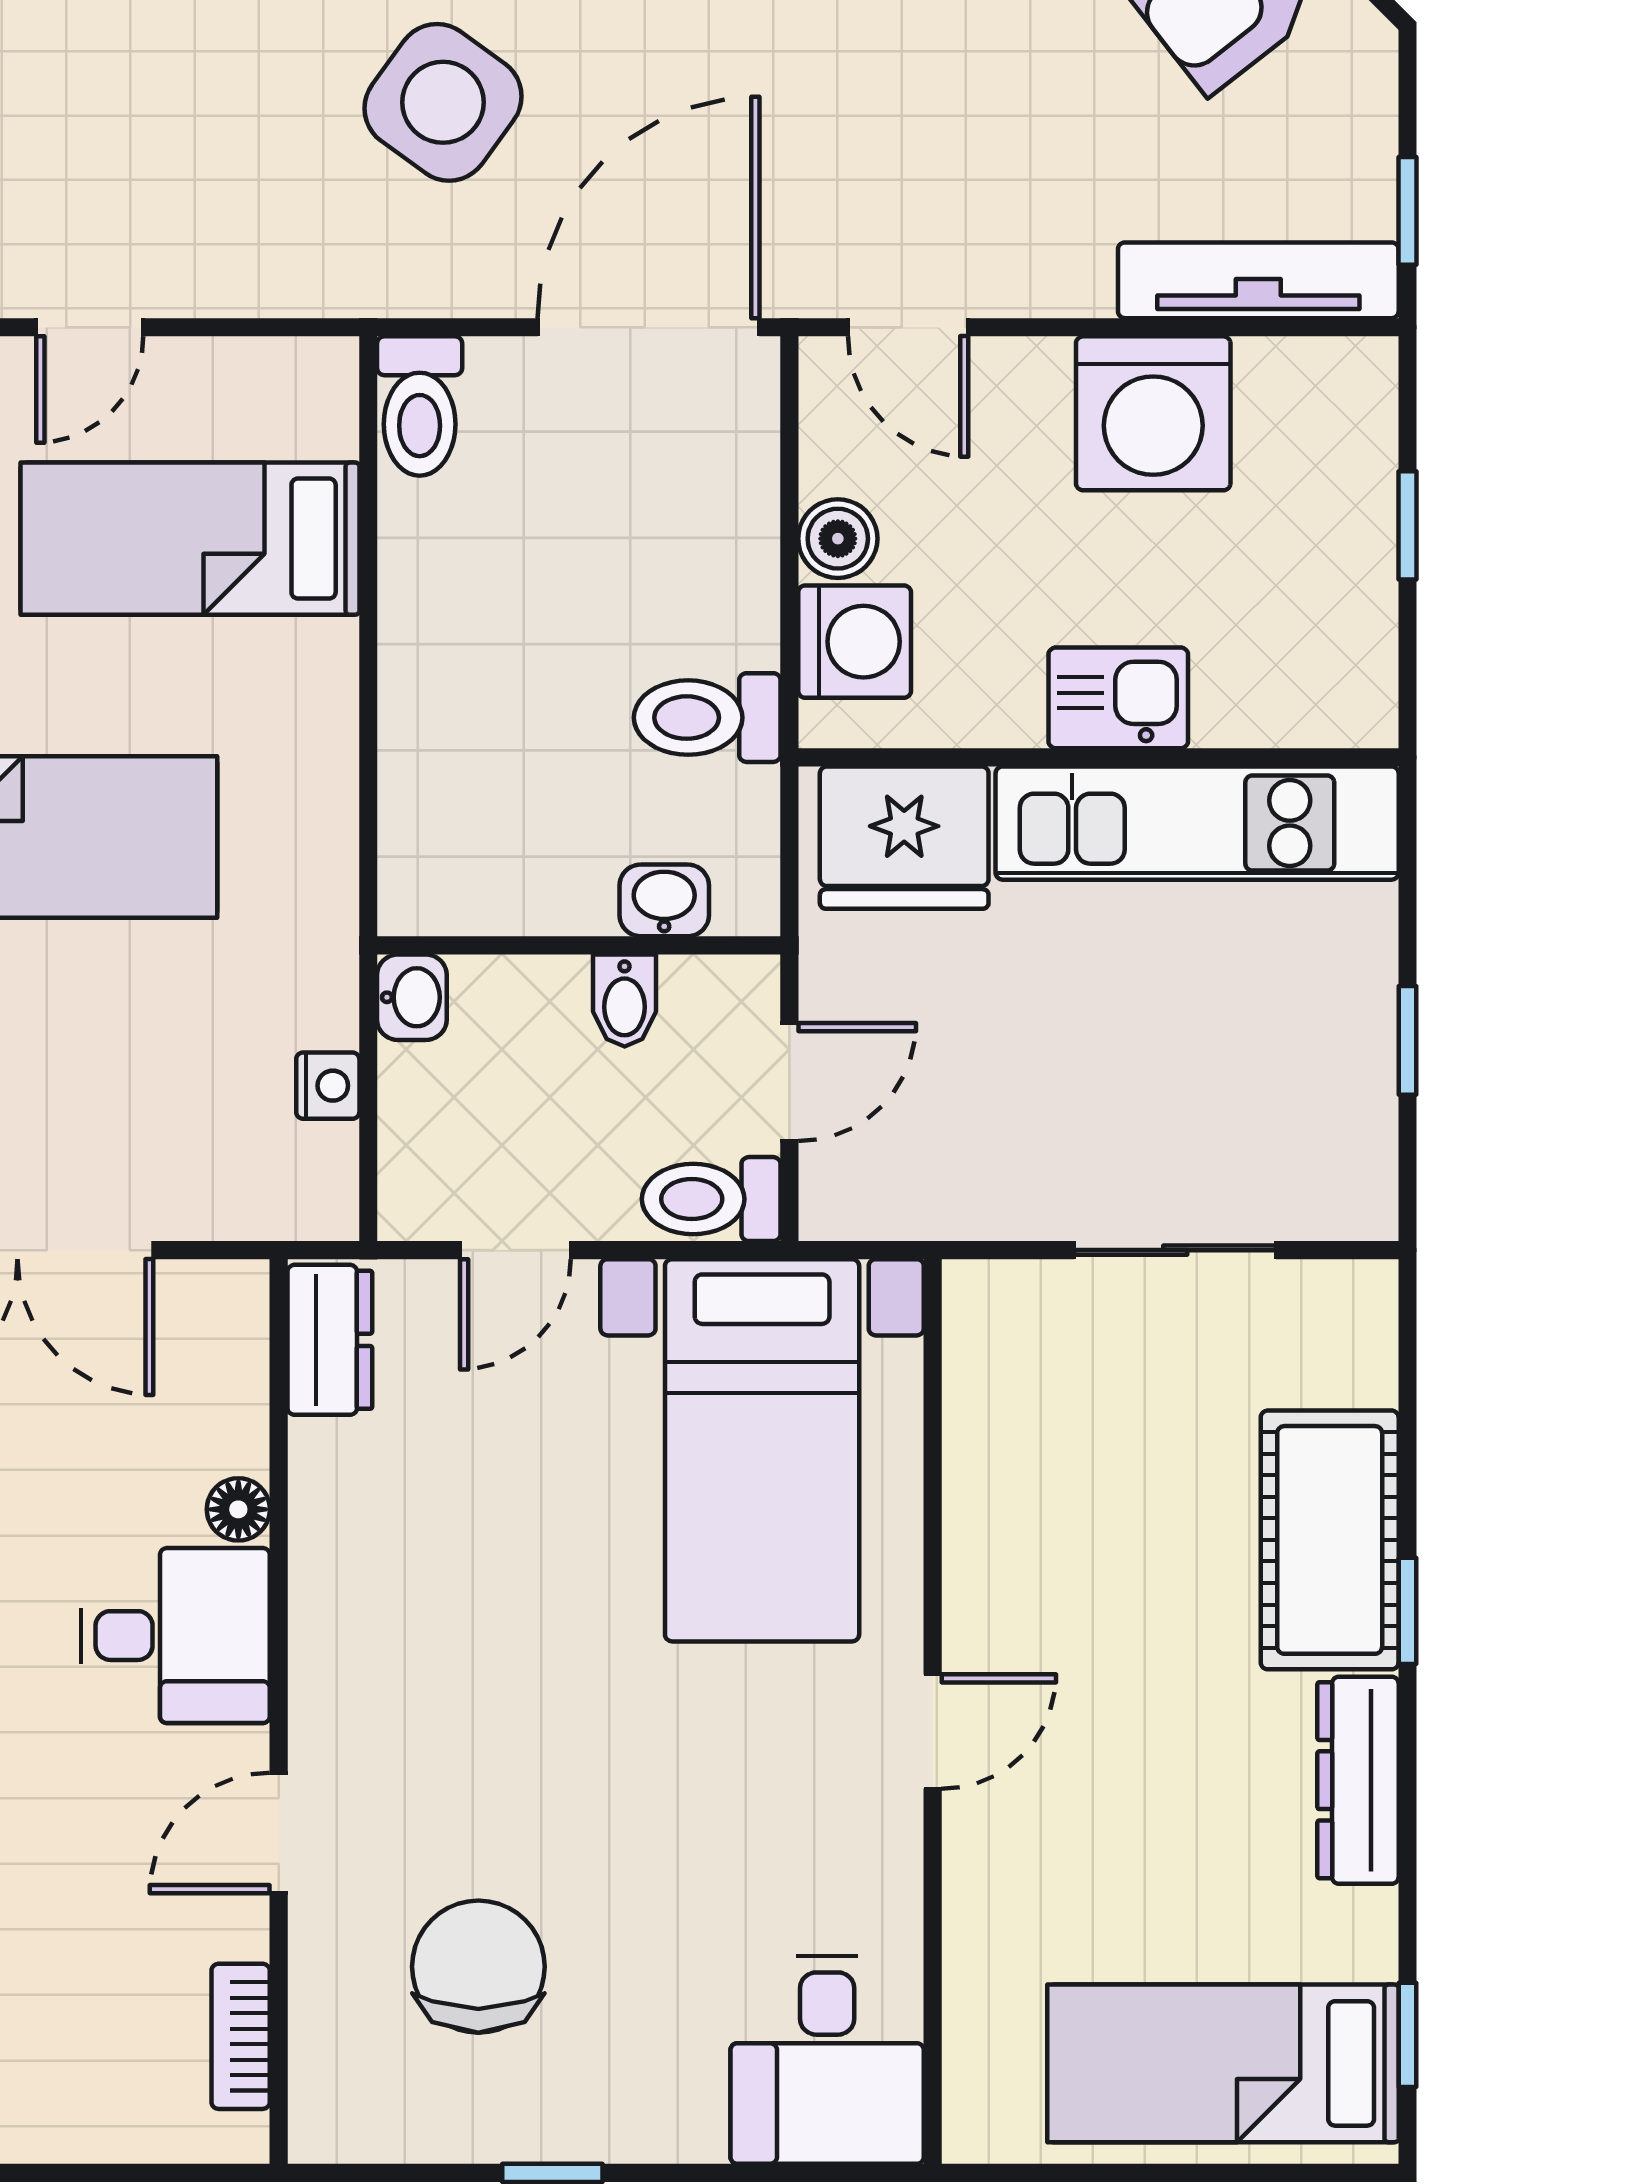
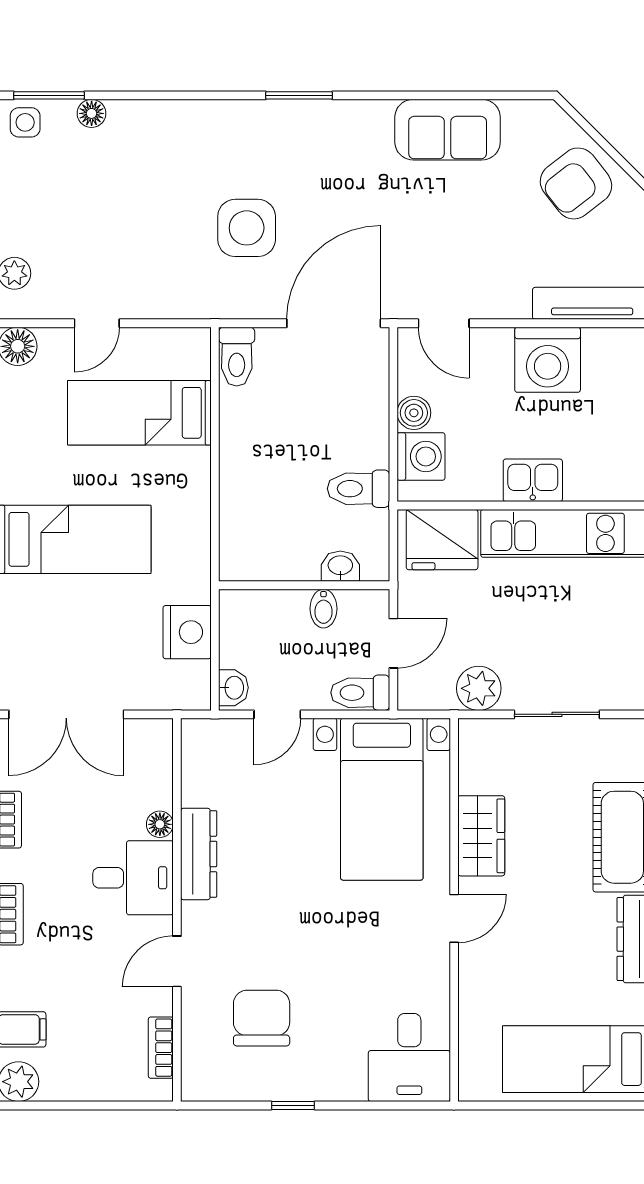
side table: (443, 102) -> (247, 228), turned -36
washbasin: (412, 997) -> (233, 688), moved
nightstand: (328, 1086) -> (187, 632), width x1.89, depth x1.79
plant: (991, 1189) -> (479, 688), added
dresser: (330, 1340) -> (199, 854), moved, width x1.44
wardrobe: (997, 1537) -> (481, 836), added

